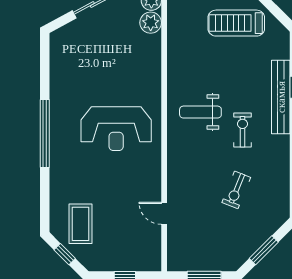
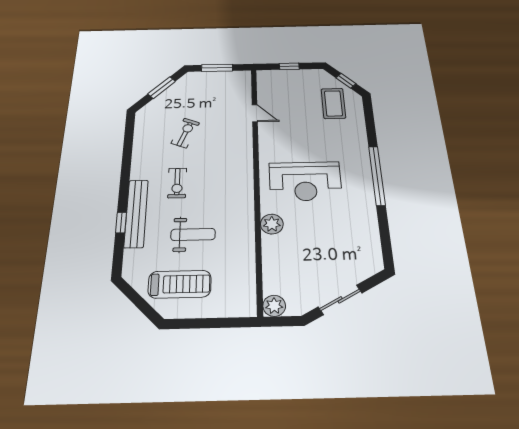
plant: (151, 23) -> (272, 224), moved
weight bench: (200, 112) -> (193, 234), moved
reception desk: (116, 129) -> (305, 181), turned 180

